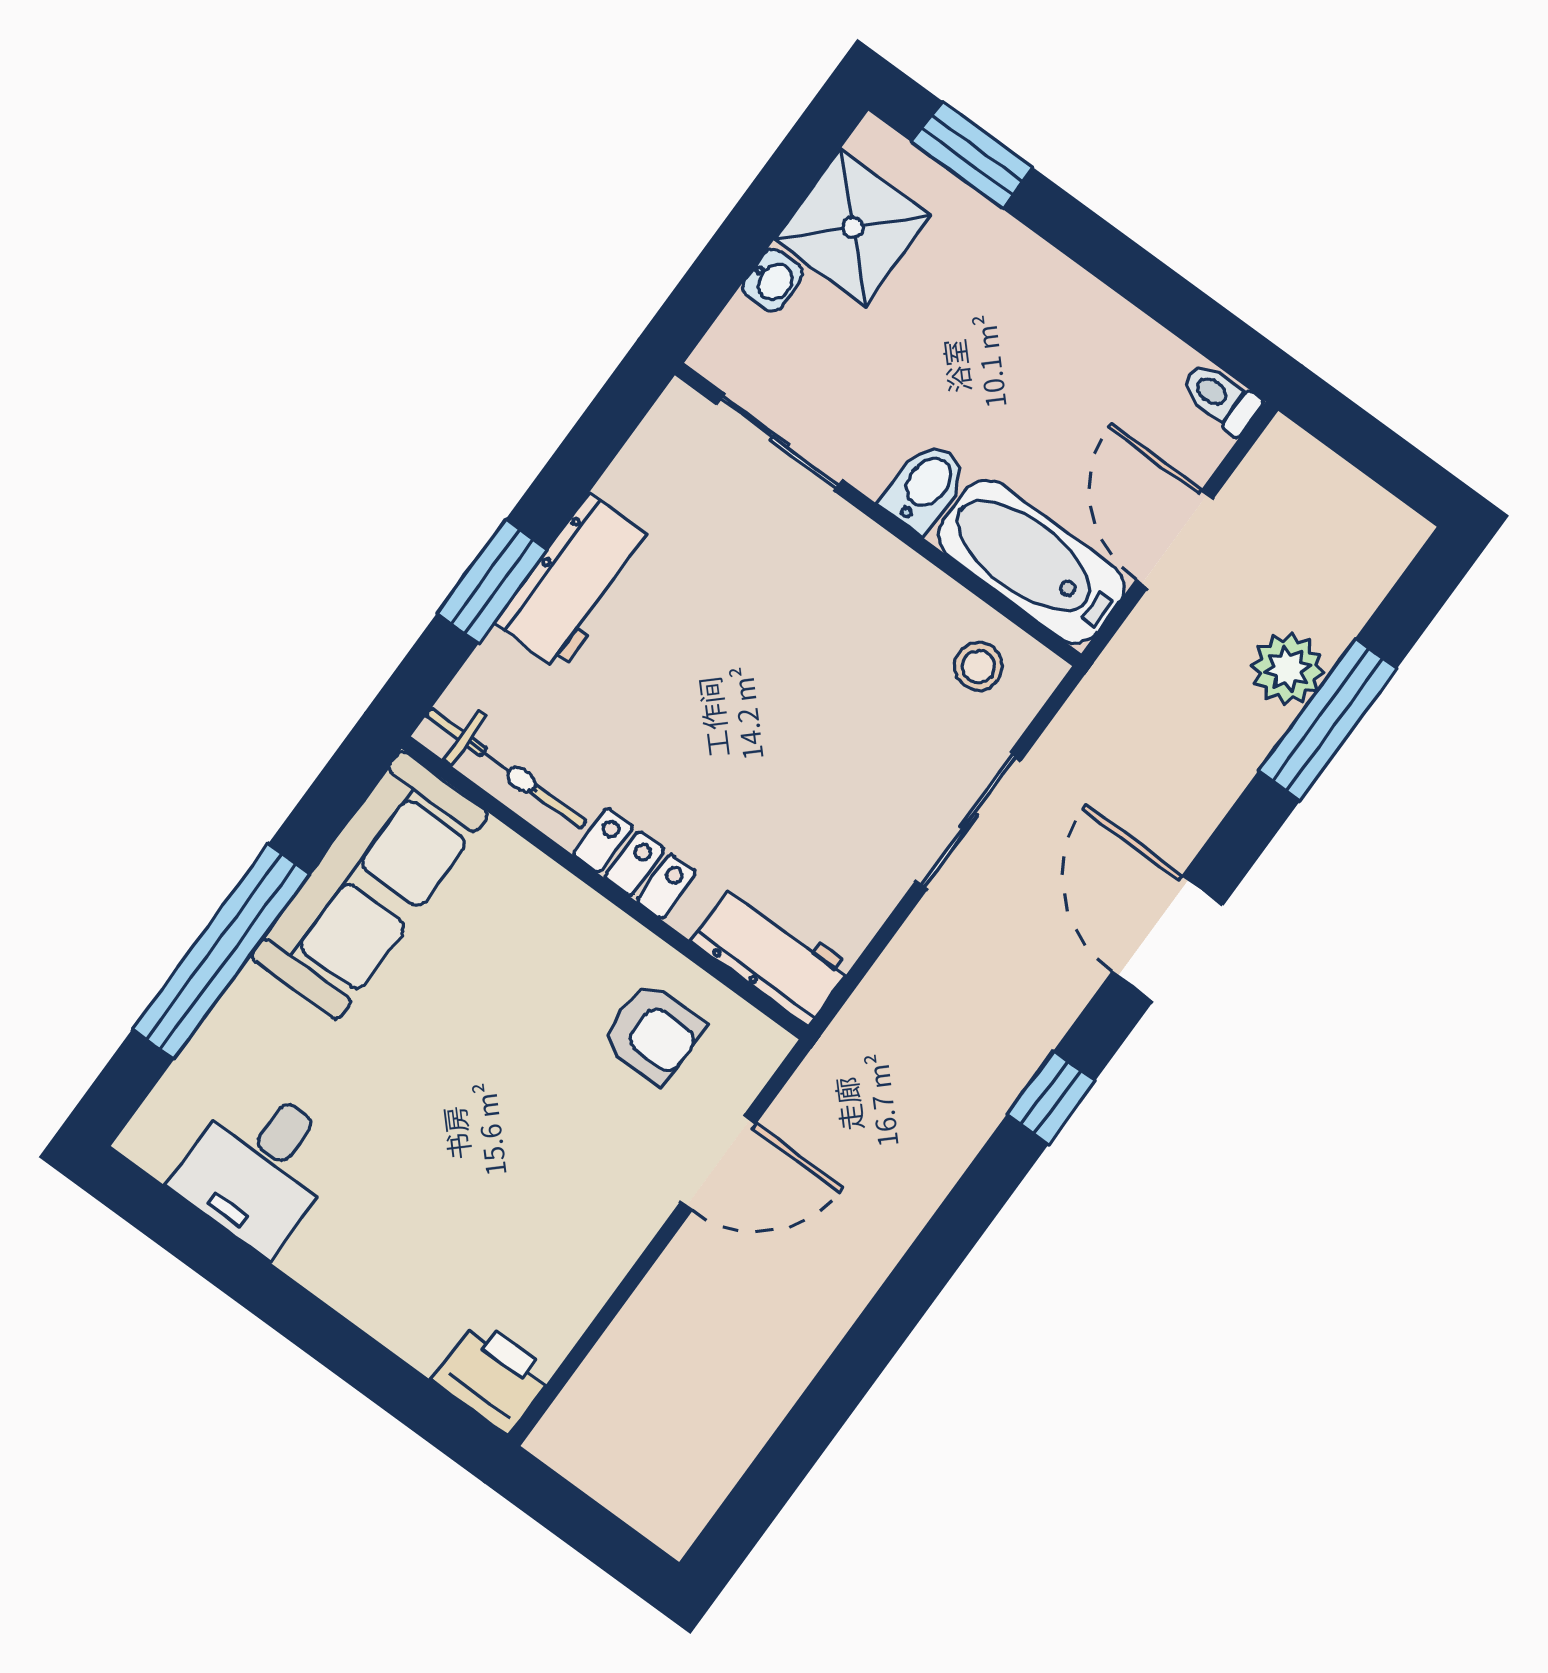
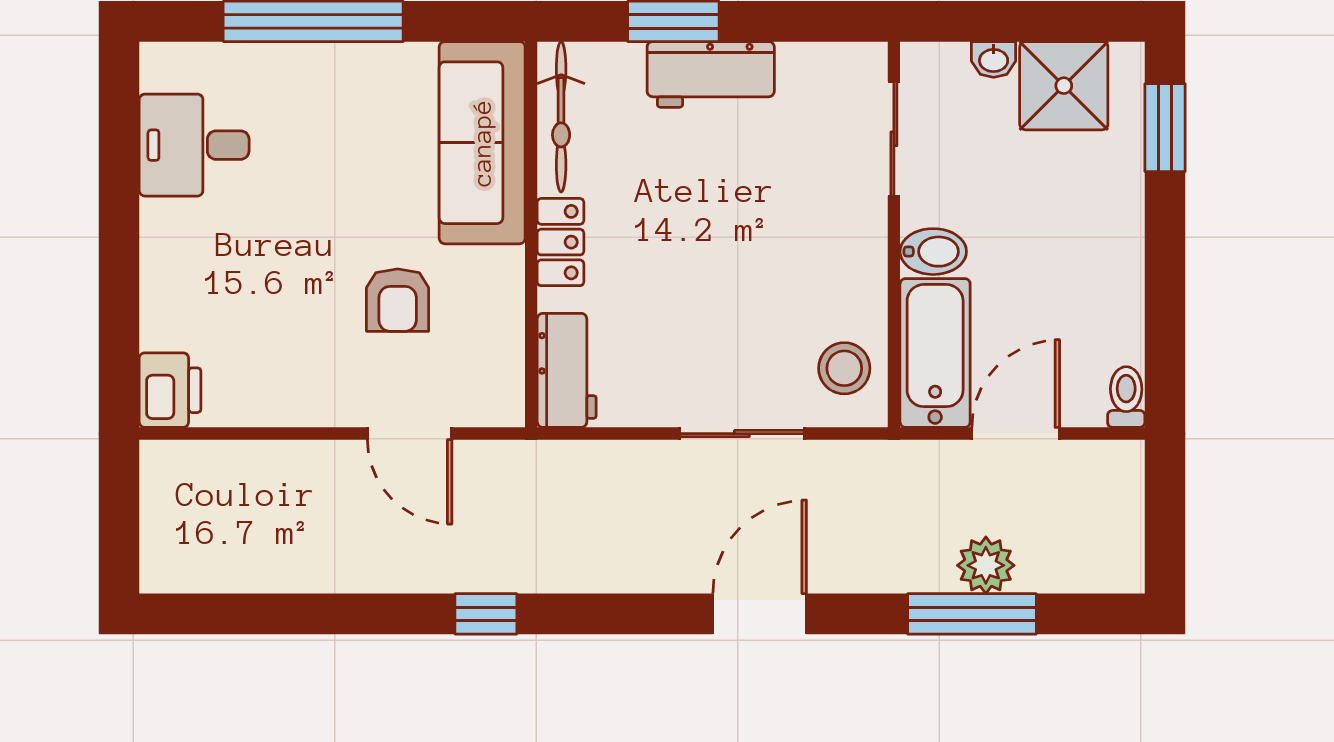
stool: (978, 666) -> (844, 368), width x1.37, depth x1.37
sofa: (370, 885) -> (482, 143), moved, turned 90
armchair: (653, 1033) -> (398, 300), moved
window: (1051, 1098) -> (486, 614), moved

